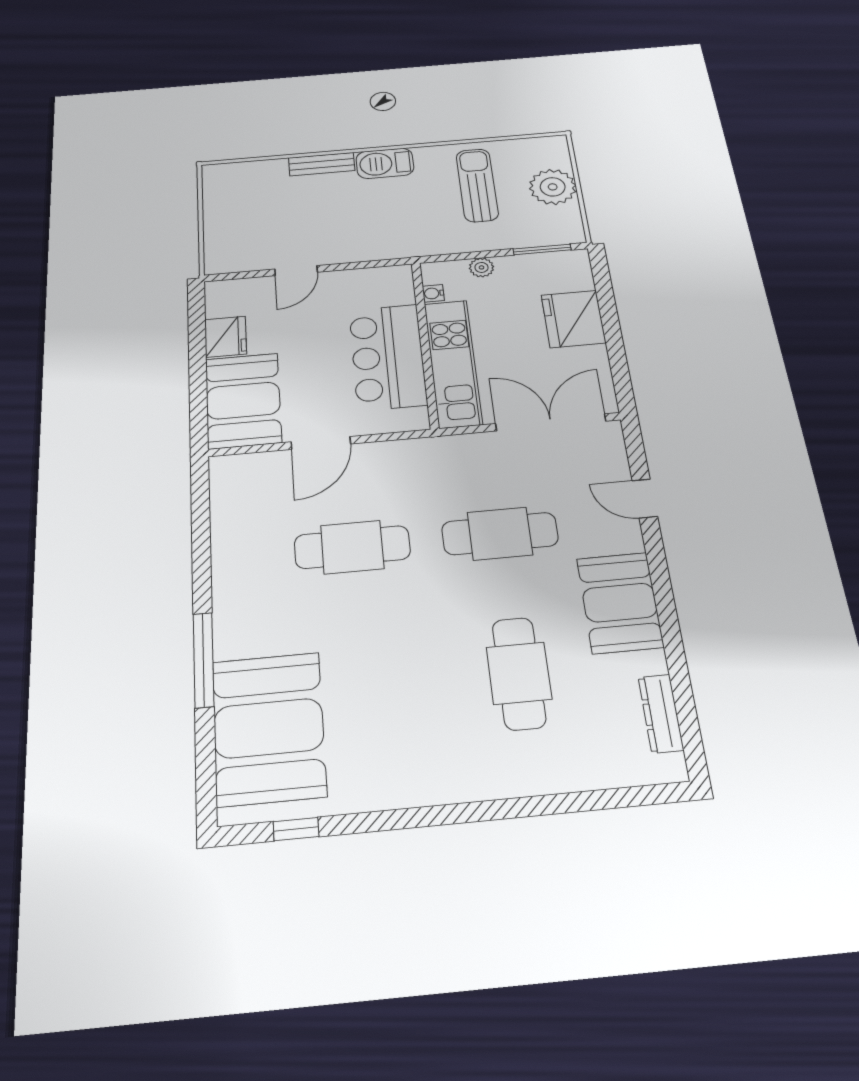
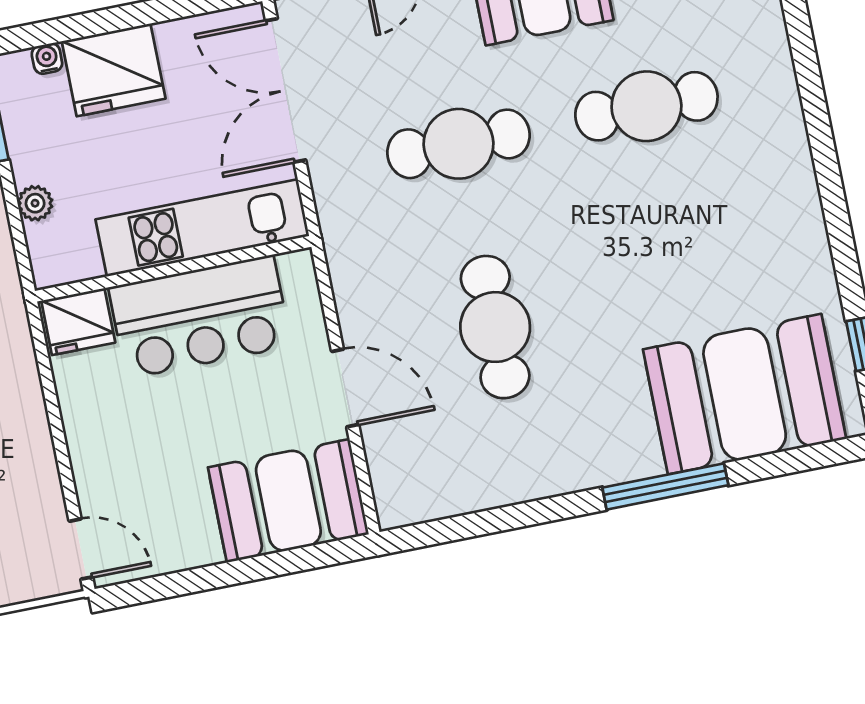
door: (296, 271) -> (81, 549), moved
water cooler: (433, 293) -> (47, 59), moved, turned 180
fridge: (226, 337) -> (78, 322), moved, turned 180
cafe table: (500, 534) -> (459, 144), turned 90

